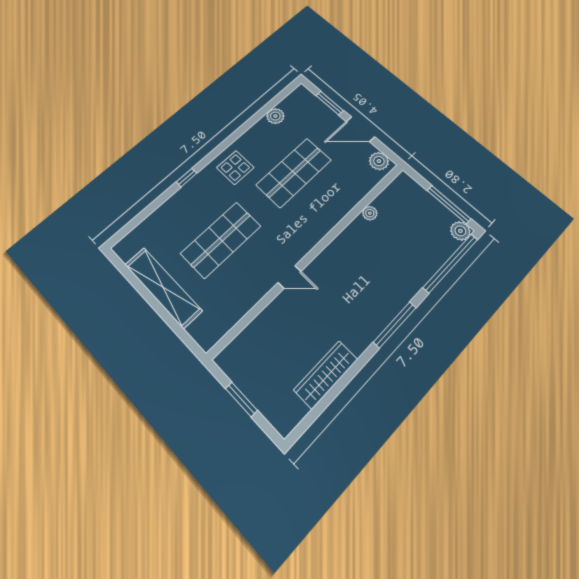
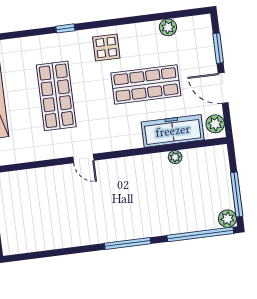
freezer: (349, 193) -> (173, 131), added
shop shelf: (221, 240) -> (56, 96), turned 90
wardrobe: (326, 375) -> (58, 239), removed

